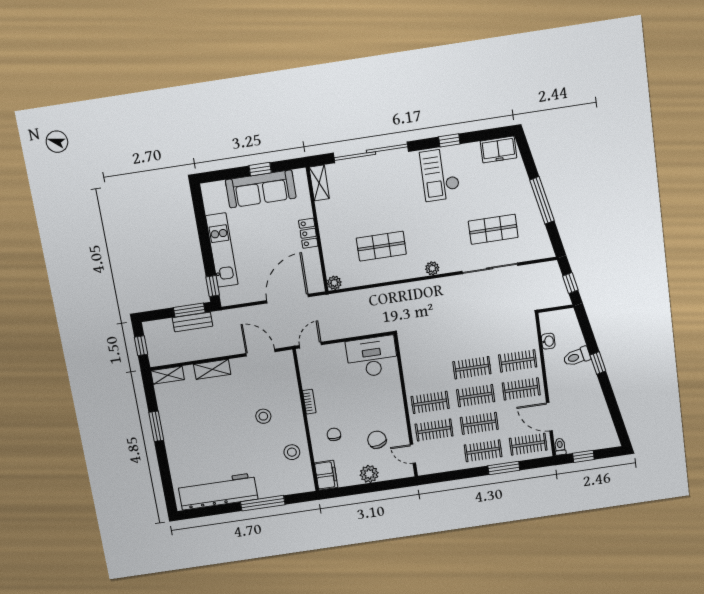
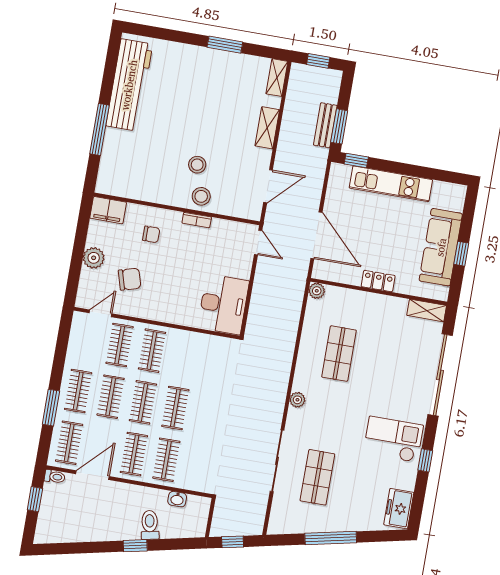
stool: (292, 452) -> (201, 196), moved

